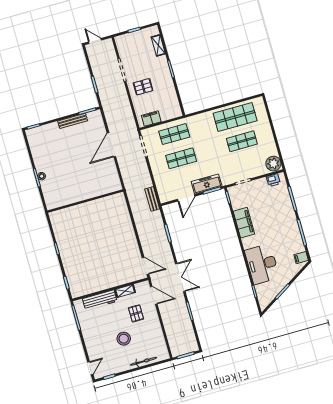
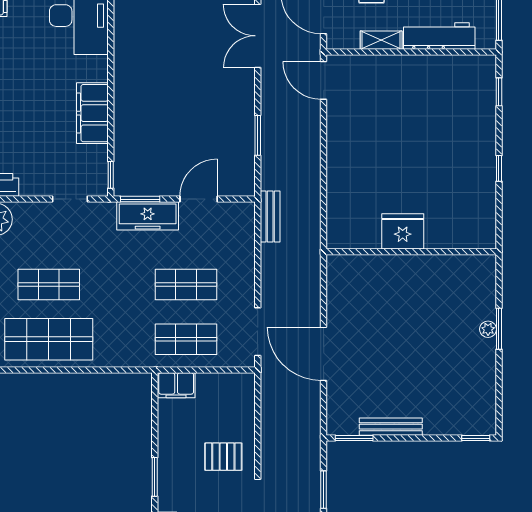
filing cabinet: (151, 119) -> (176, 385), moved
door: (111, 145) -> (324, 354), swing flipped
fridge: (92, 209) -> (403, 231), added

